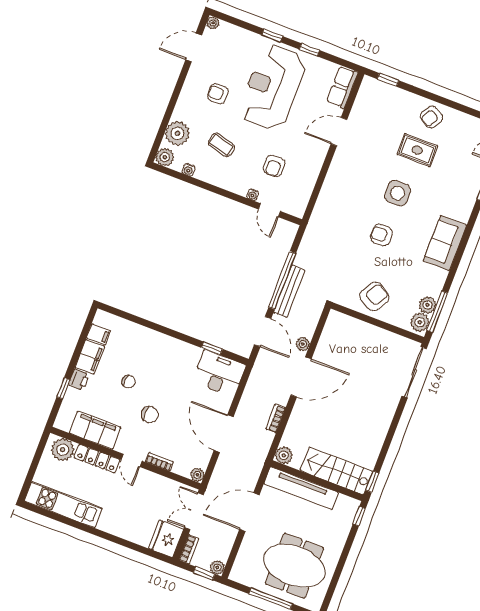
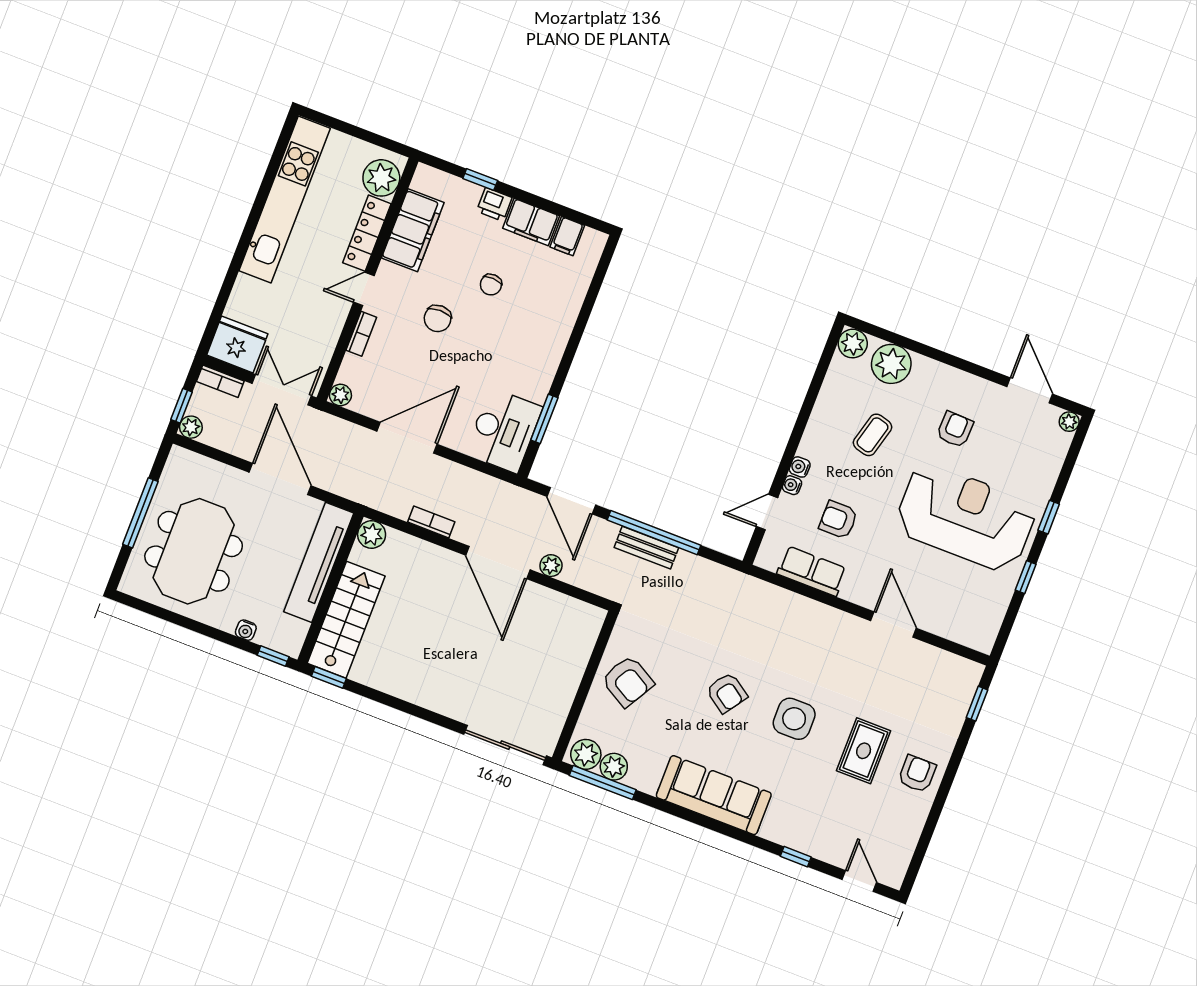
row of seats: (342, 87) -> (812, 571), moved
armchair: (431, 117) -> (917, 774), turned 60
water cooler: (188, 170) -> (800, 467), moved
armchair: (381, 235) -> (727, 693), turned 125
sofa: (445, 243) -> (714, 795), width x1.36
bench: (289, 291) -> (646, 548), width x0.73
door: (263, 332) -> (571, 501), hinge flipped
window: (212, 348) -> (544, 419), width x1.50
kitchen unit: (63, 505) -> (285, 200), width x1.36
water cooler: (343, 533) -> (246, 630), added

